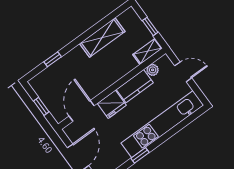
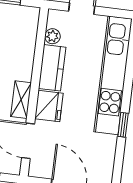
shelving: (148, 51) -> (21, 100), moved

